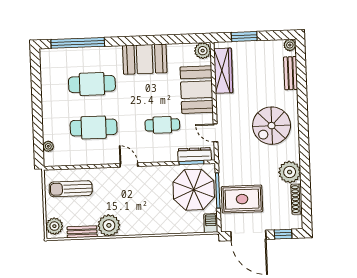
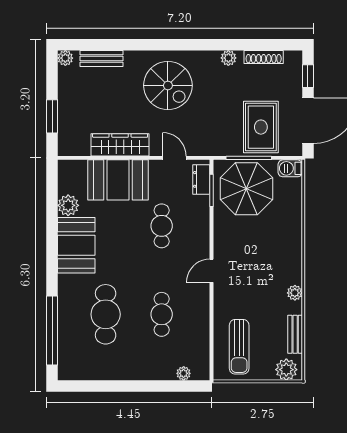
plant: (203, 51) -> (68, 205), moved
wardrobe: (223, 71) -> (120, 145), moved
cafe table: (94, 128) -> (162, 314), width x0.73, depth x0.74
door: (216, 133) -> (174, 158), swing flipped
dresser: (195, 155) -> (201, 179), width x0.70
plant: (290, 172) -> (228, 58), width x0.53, depth x0.53
plant: (109, 225) -> (295, 293), width x0.53, depth x0.53

